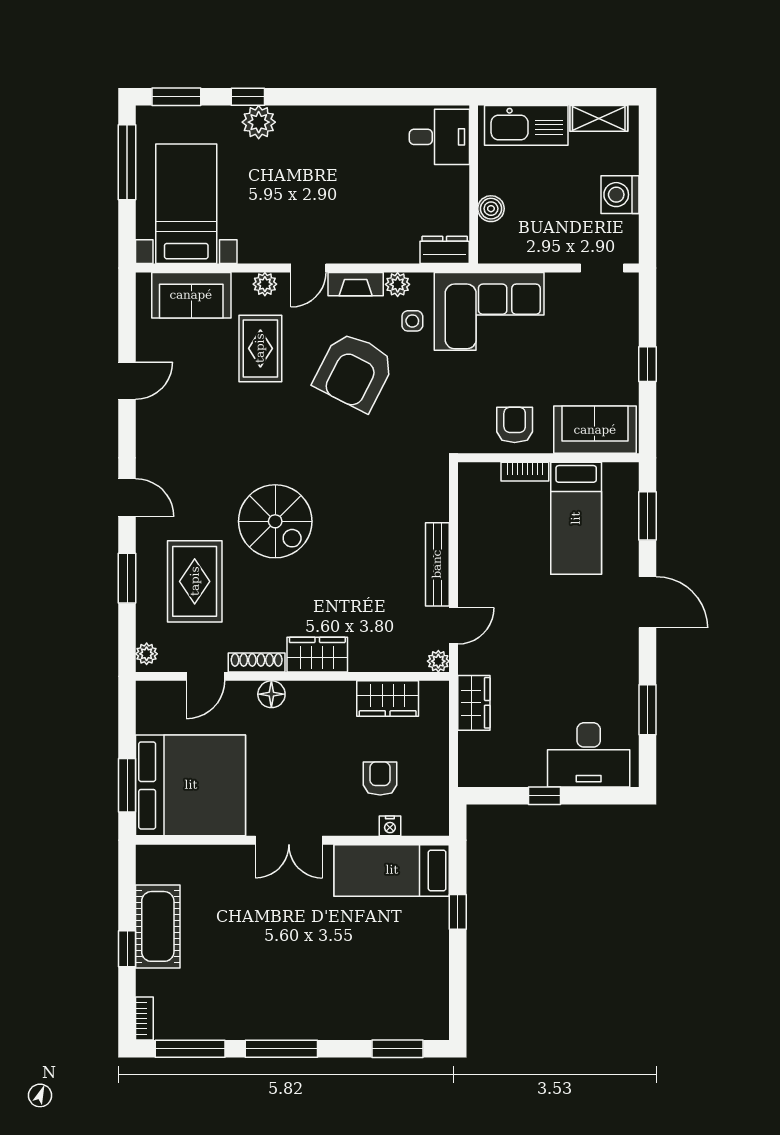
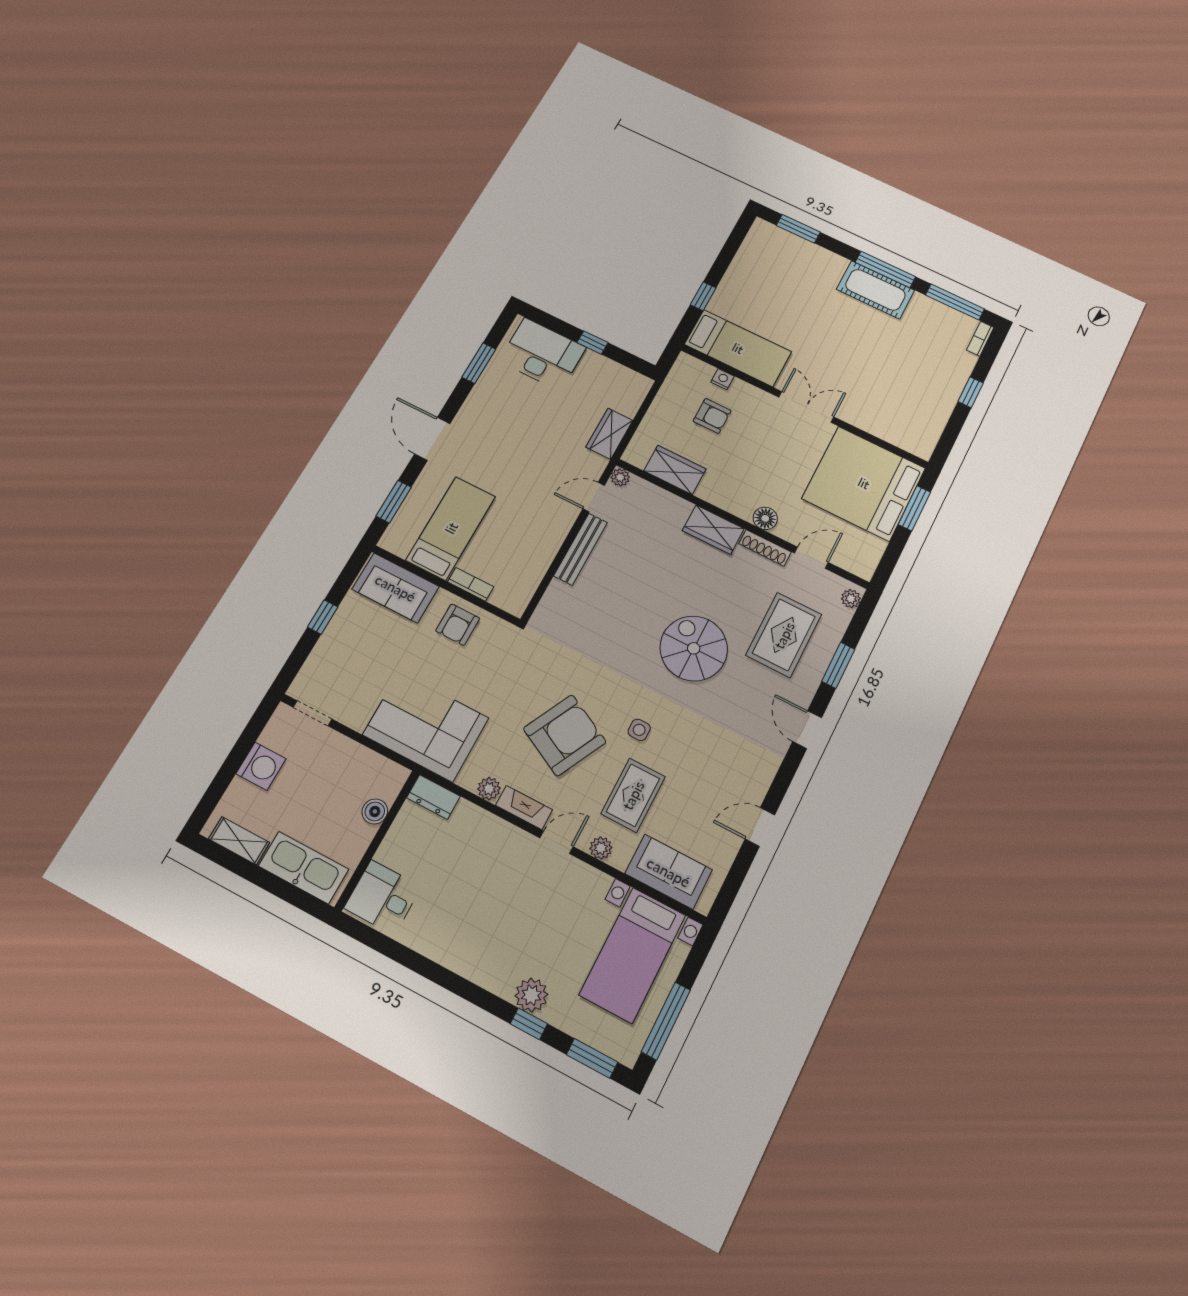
side table: (412, 321) -> (639, 730), moved
armchair: (380, 778) -> (712, 416), turned -90
cot: (158, 926) -> (875, 290), moved, turned 90

